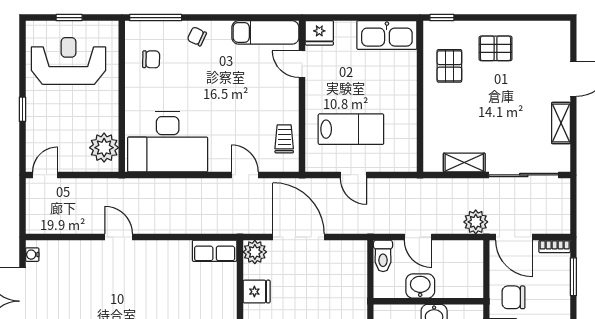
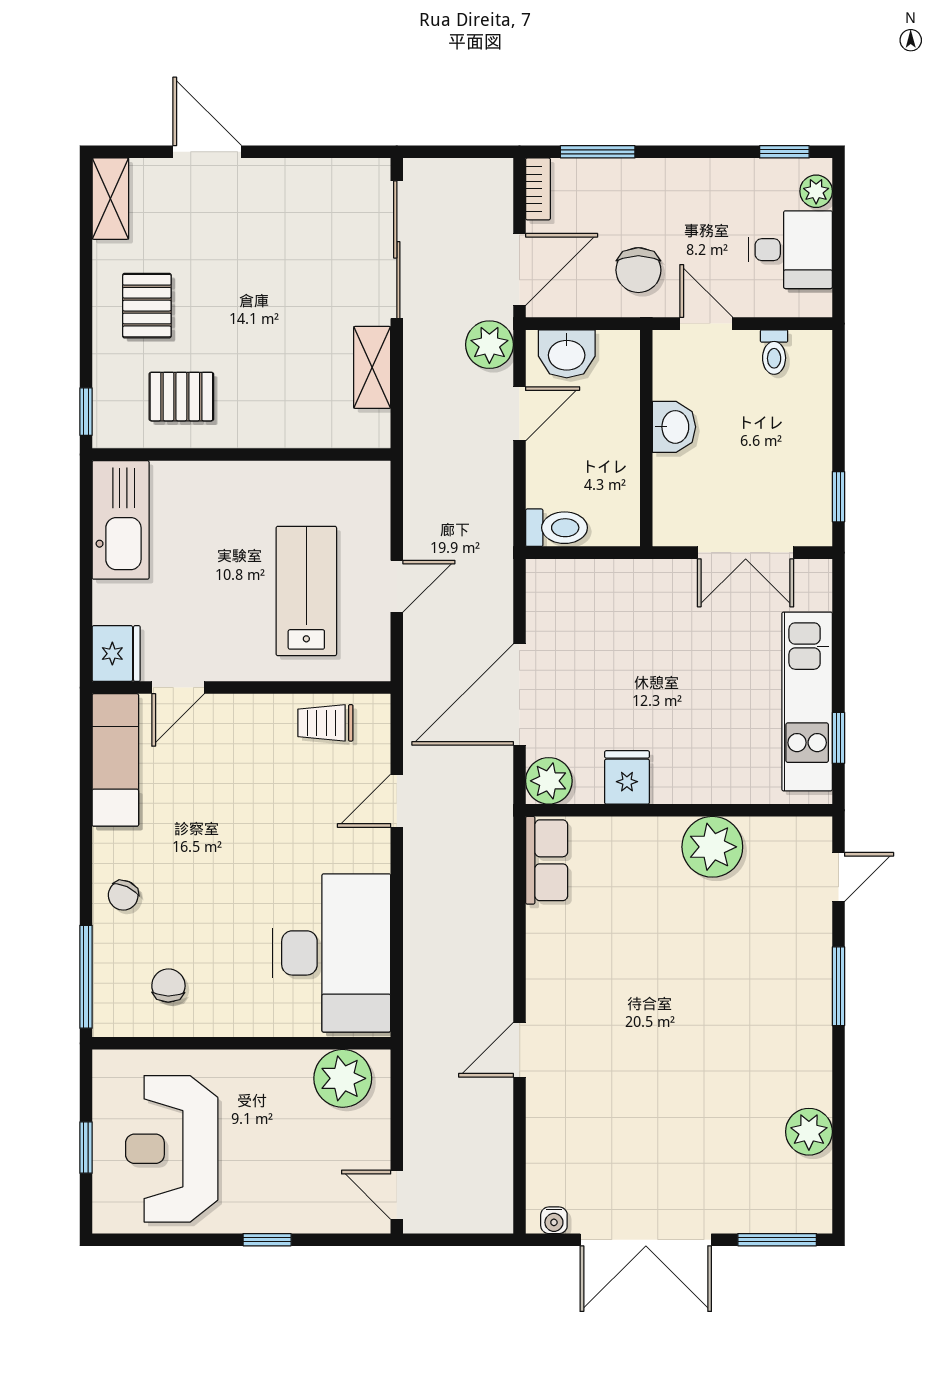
shelving: (561, 123) -> (110, 199), moved, turned 90
door: (418, 237) -> (519, 414), moved
washbasin: (420, 286) -> (567, 354), moved, turned -90

